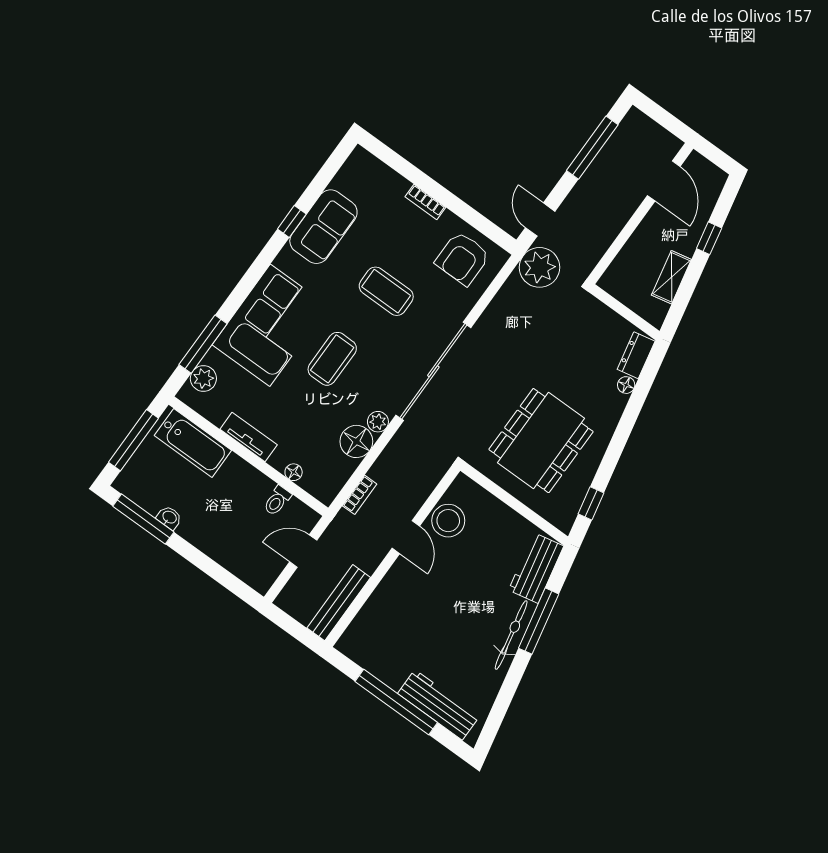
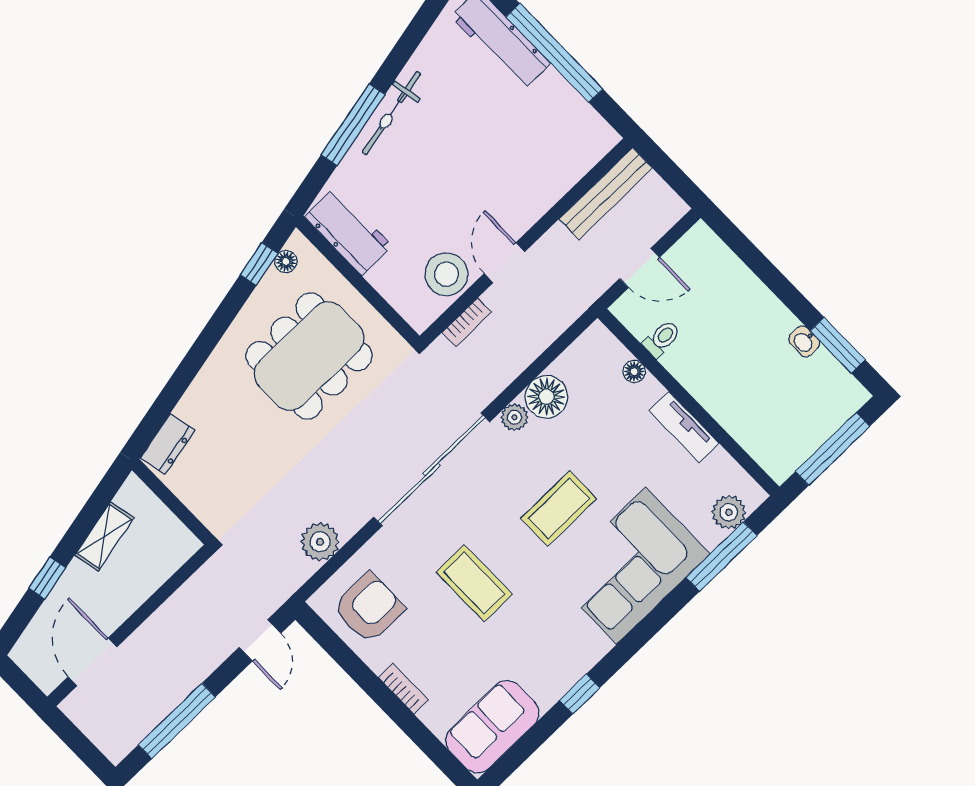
sofa: (323, 227) -> (492, 727), moved
plant: (540, 267) -> (320, 542), moved, width x0.73, depth x0.73
floor lamp: (626, 385) -> (286, 262), moved
bathtub: (193, 443) -> (757, 432), removed
bookcase: (360, 495) -> (467, 322), moved, turned 180
window: (143, 519) -> (838, 345), width x0.69
workbench: (536, 568) -> (348, 231), moved, turned -78

